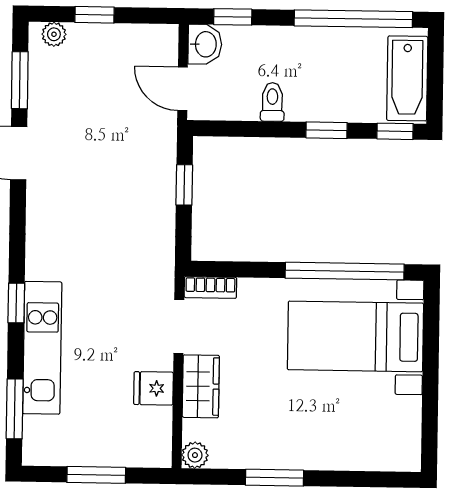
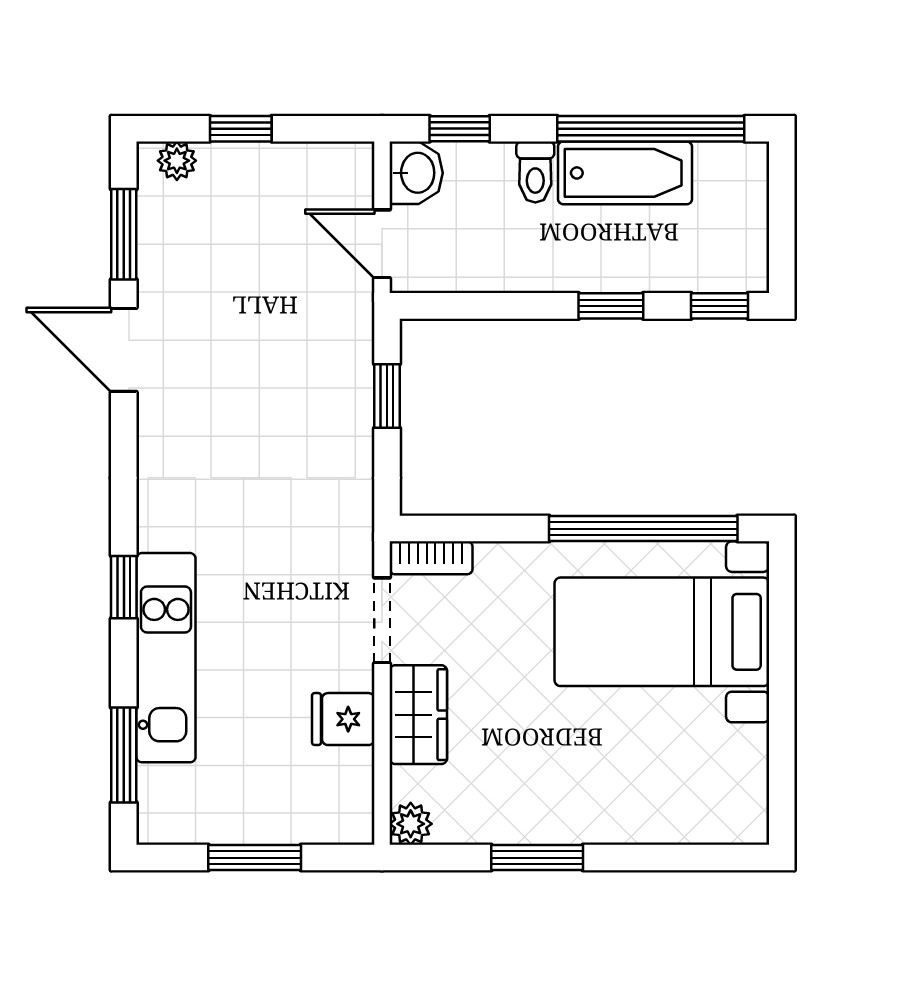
bathtub: (407, 78) -> (625, 173), moved, turned -90
toilet: (272, 102) -> (535, 172), moved, turned 180

